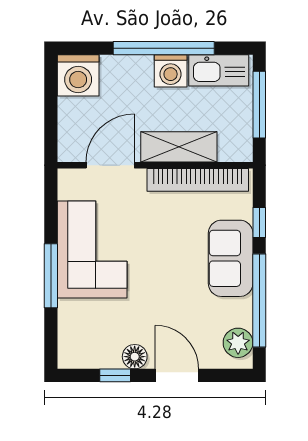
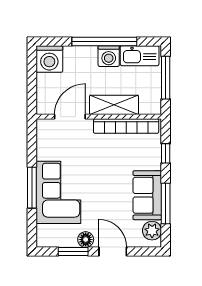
corner sofa: (92, 250) -> (58, 192), moved
sofa: (231, 258) -> (147, 195), moved
window: (259, 301) -> (166, 203), width x0.68
window: (115, 375) -> (73, 252), width x1.50

